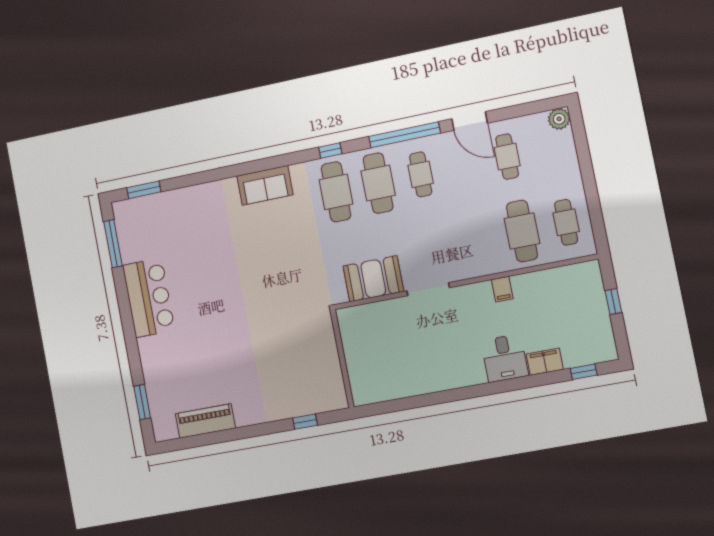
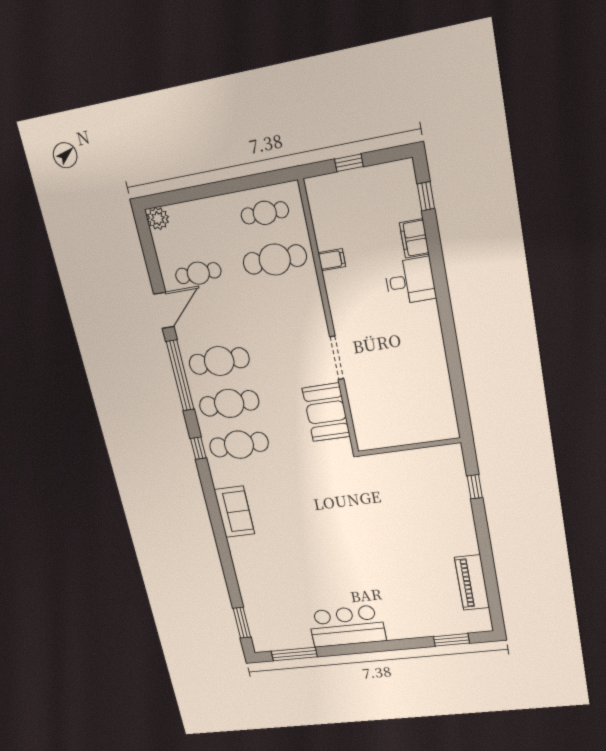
cafe table: (421, 174) -> (219, 361), width x1.37, depth x1.35
filing cabinet: (502, 289) -> (332, 260), moved

